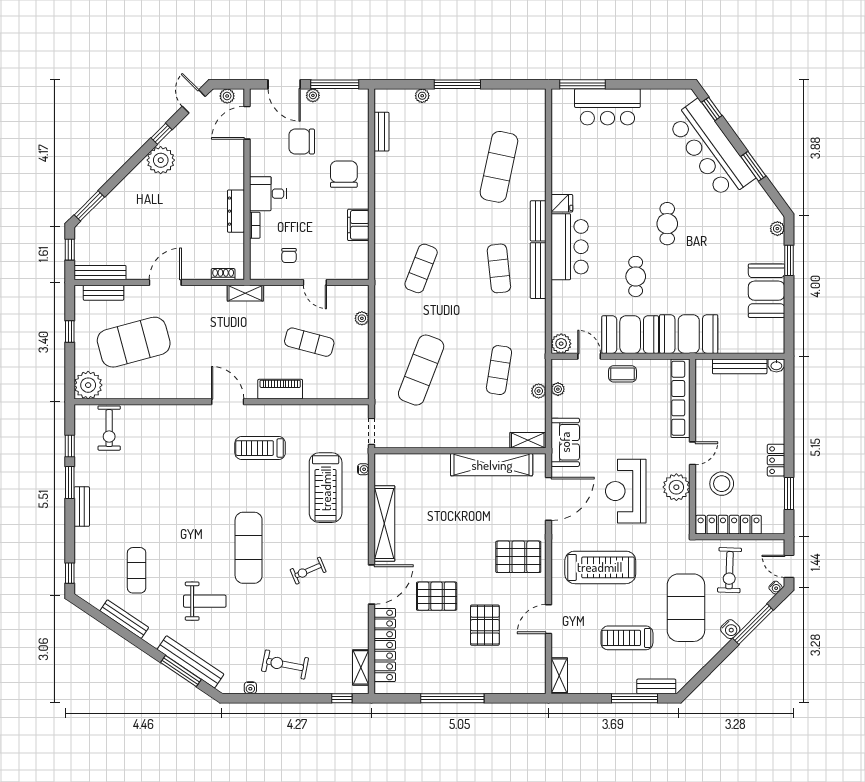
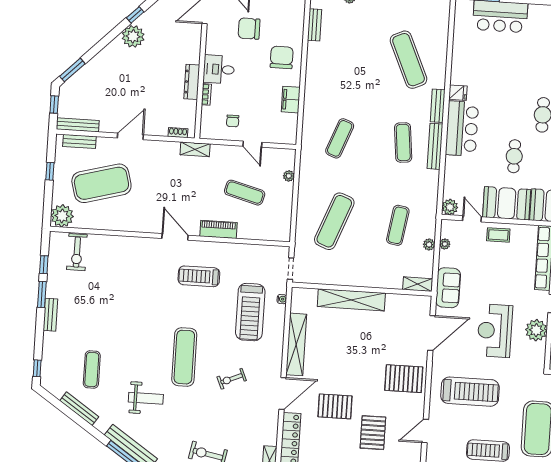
exercise mat: (499, 167) -> (409, 60), turned -36
shelving: (492, 465) -> (351, 300), moved

